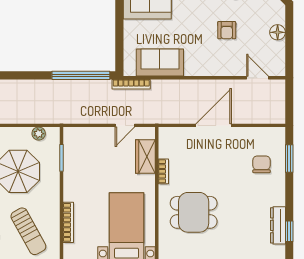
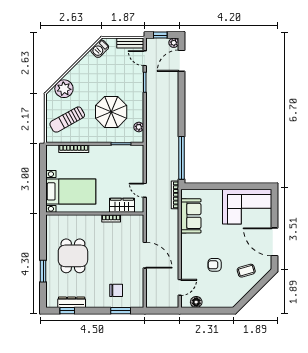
floor lamp: (278, 32) -> (196, 302), moved
dining table: (194, 212) -> (73, 256), moved

